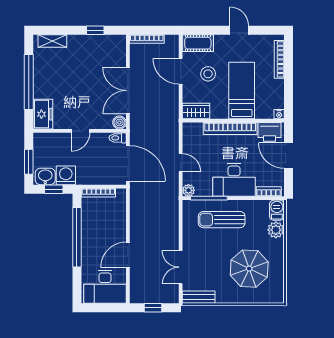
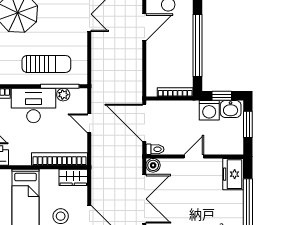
bookcase: (230, 129) -> (60, 159), moved
plant: (188, 190) -> (63, 95), moved

